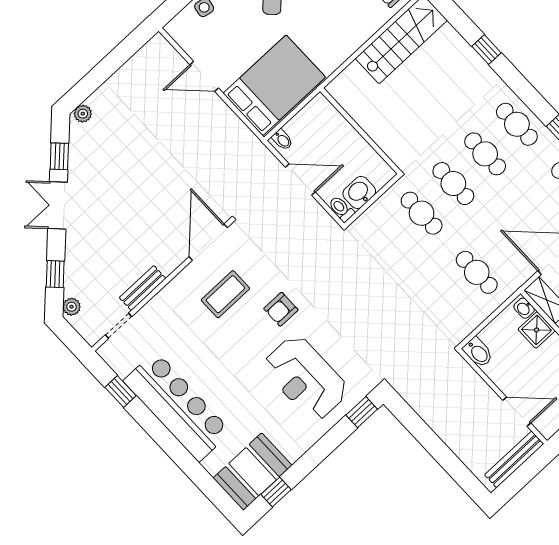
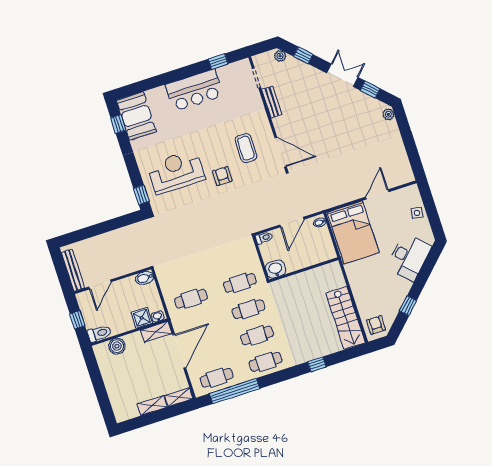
washbasin: (359, 192) -> (276, 269), moved, turned -90
bar counter: (177, 406) -> (194, 90), width x0.73

